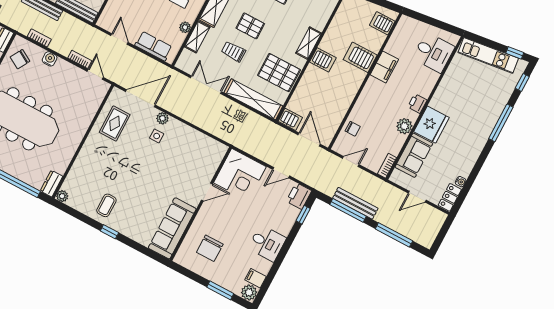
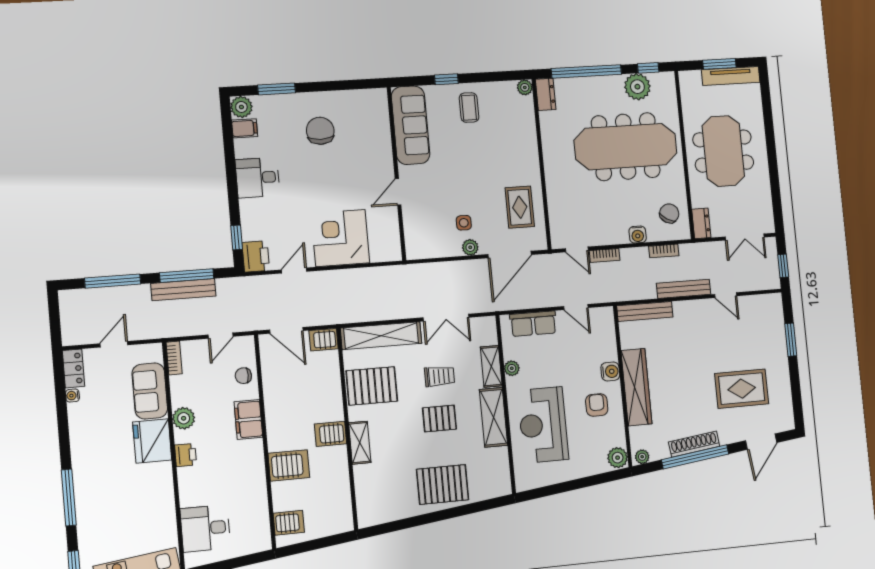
filing cabinet: (384, 67) -> (248, 420), moved
door: (207, 192) -> (398, 192), moved
wall: (201, 204) -> (396, 174), moved
sofa: (172, 228) -> (411, 125), moved

